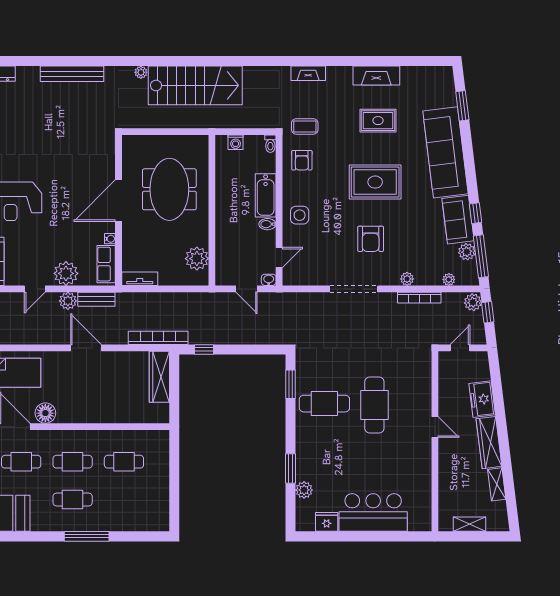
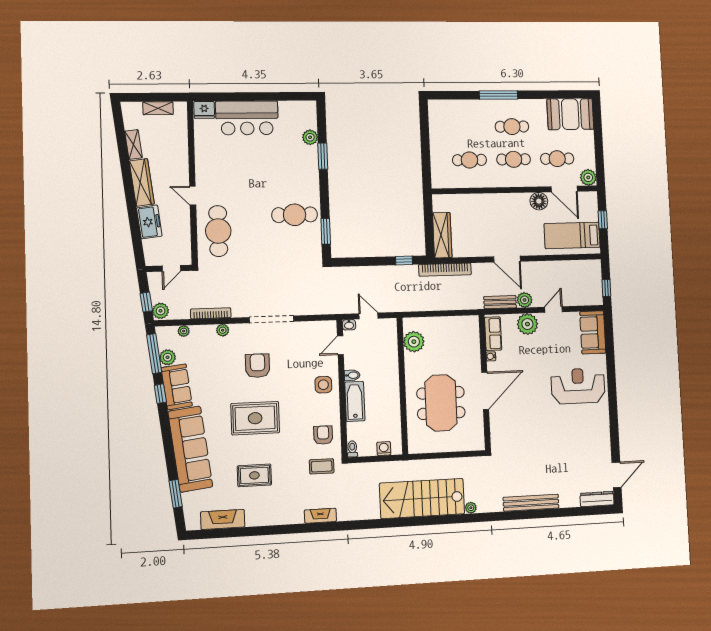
fireplace: (376, 76) -> (223, 519), moved
tv unit: (140, 279) -> (463, 322), removed
cafe table: (374, 405) -> (218, 231), moved
fridge: (327, 522) -> (204, 110), moved

